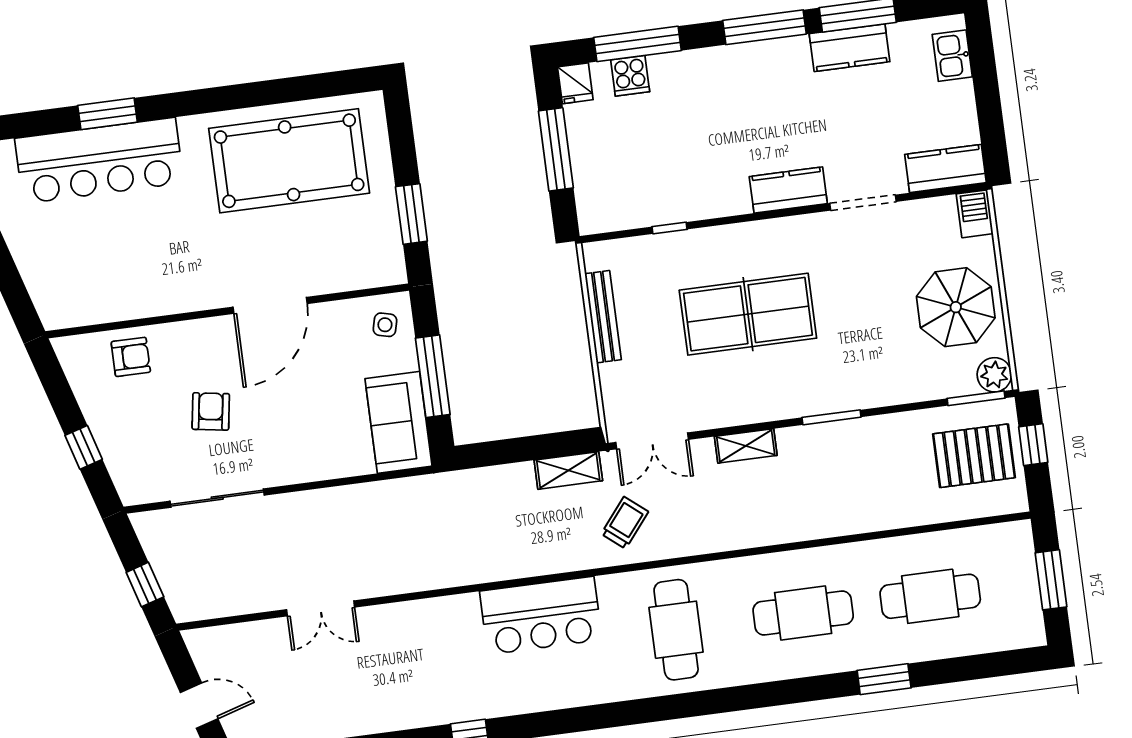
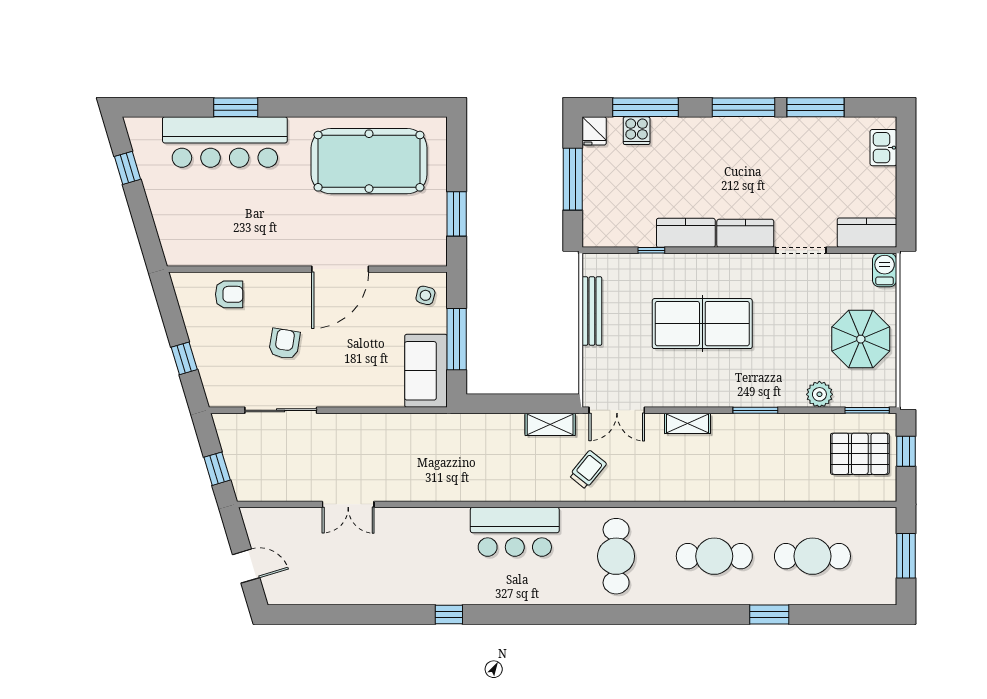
kitchen counter: (850, 48) -> (686, 233), moved, turned 180
plant: (994, 375) -> (819, 394), moved

